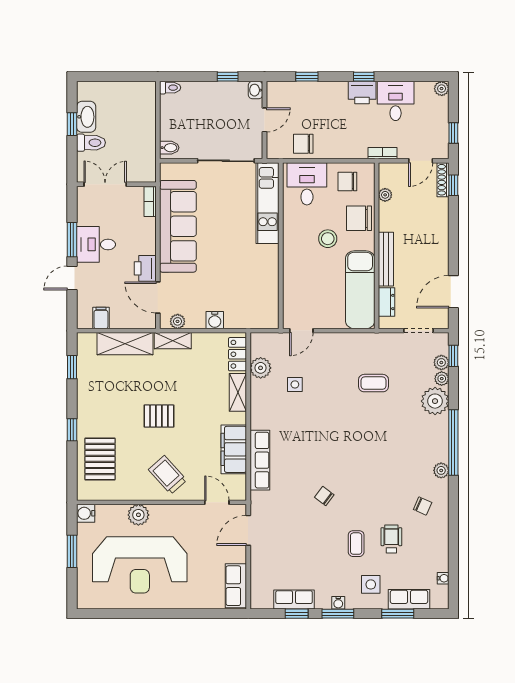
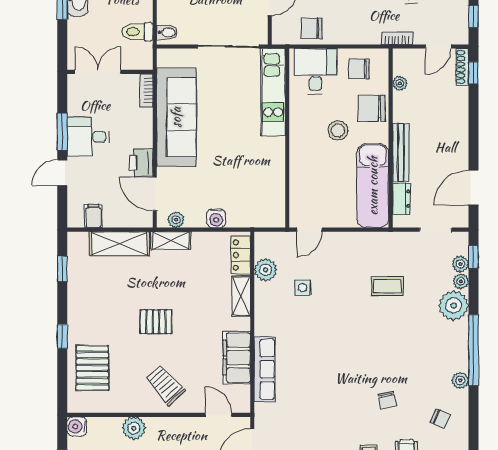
toilet: (91, 143) -> (137, 32), moved, turned 180
chair: (324, 496) -> (387, 400), moved, turned -139

